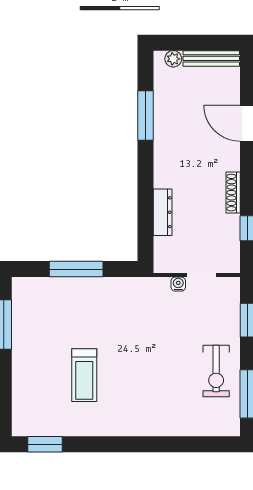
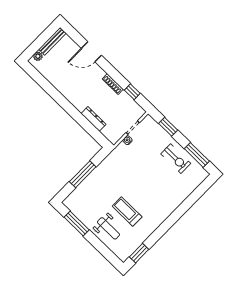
window: (146, 116) -> (49, 89), removed
weight bench: (38, 372) -> (109, 228), added
treadmill: (84, 375) -> (127, 211), turned 180

